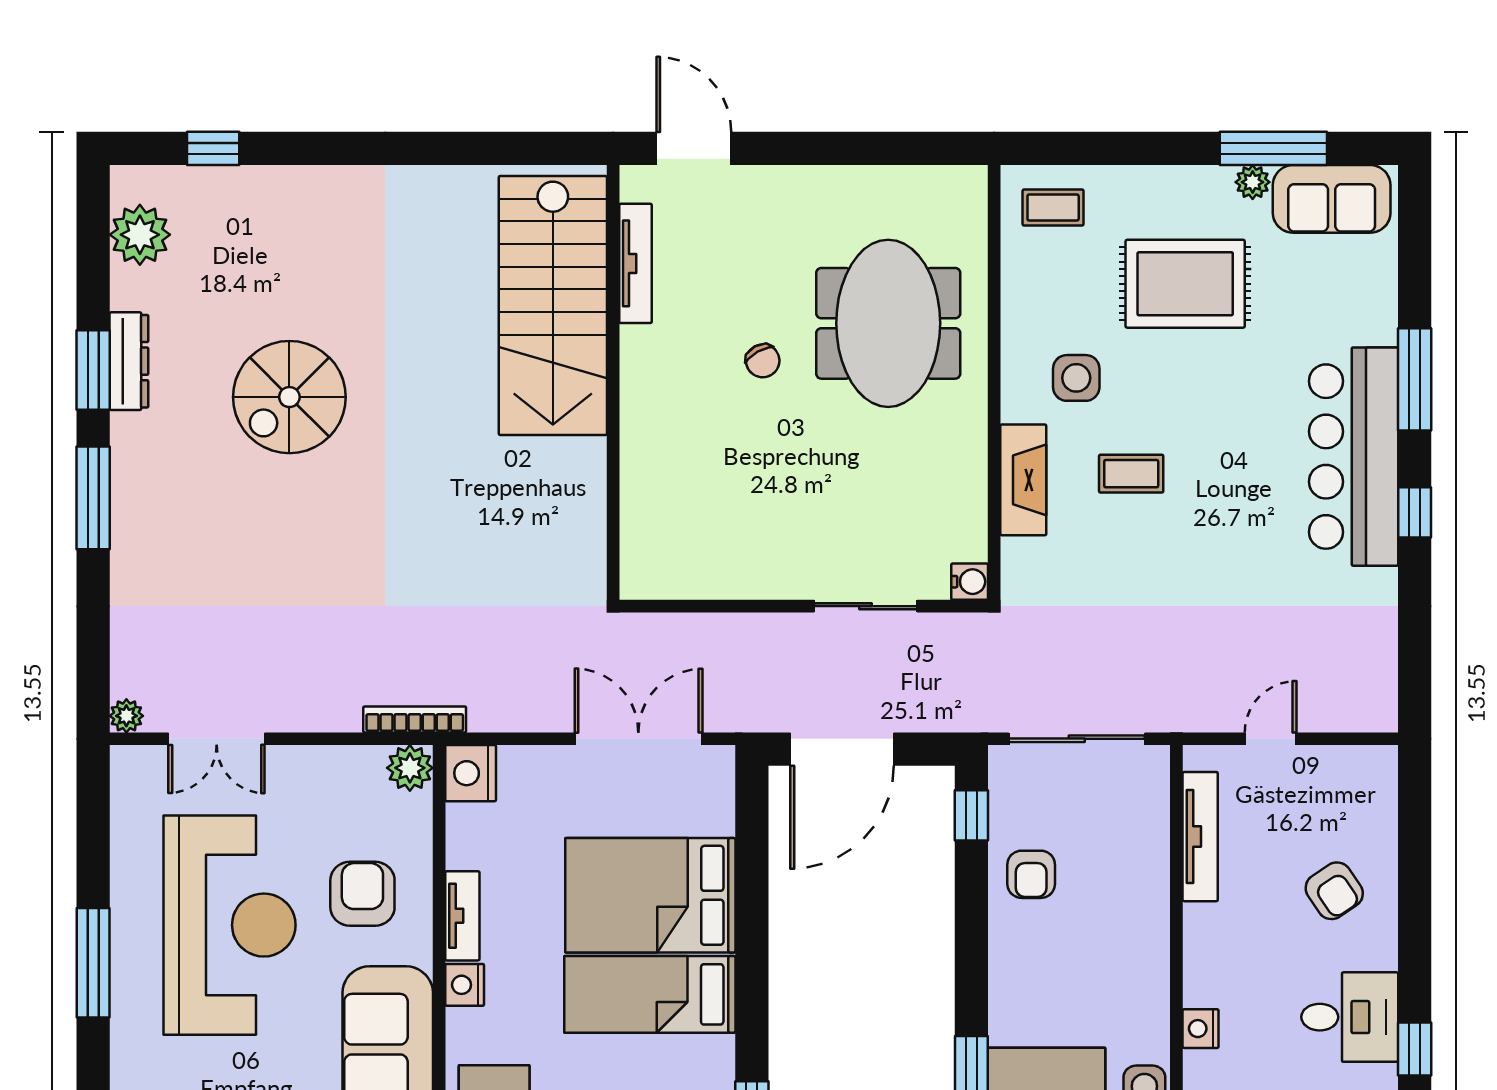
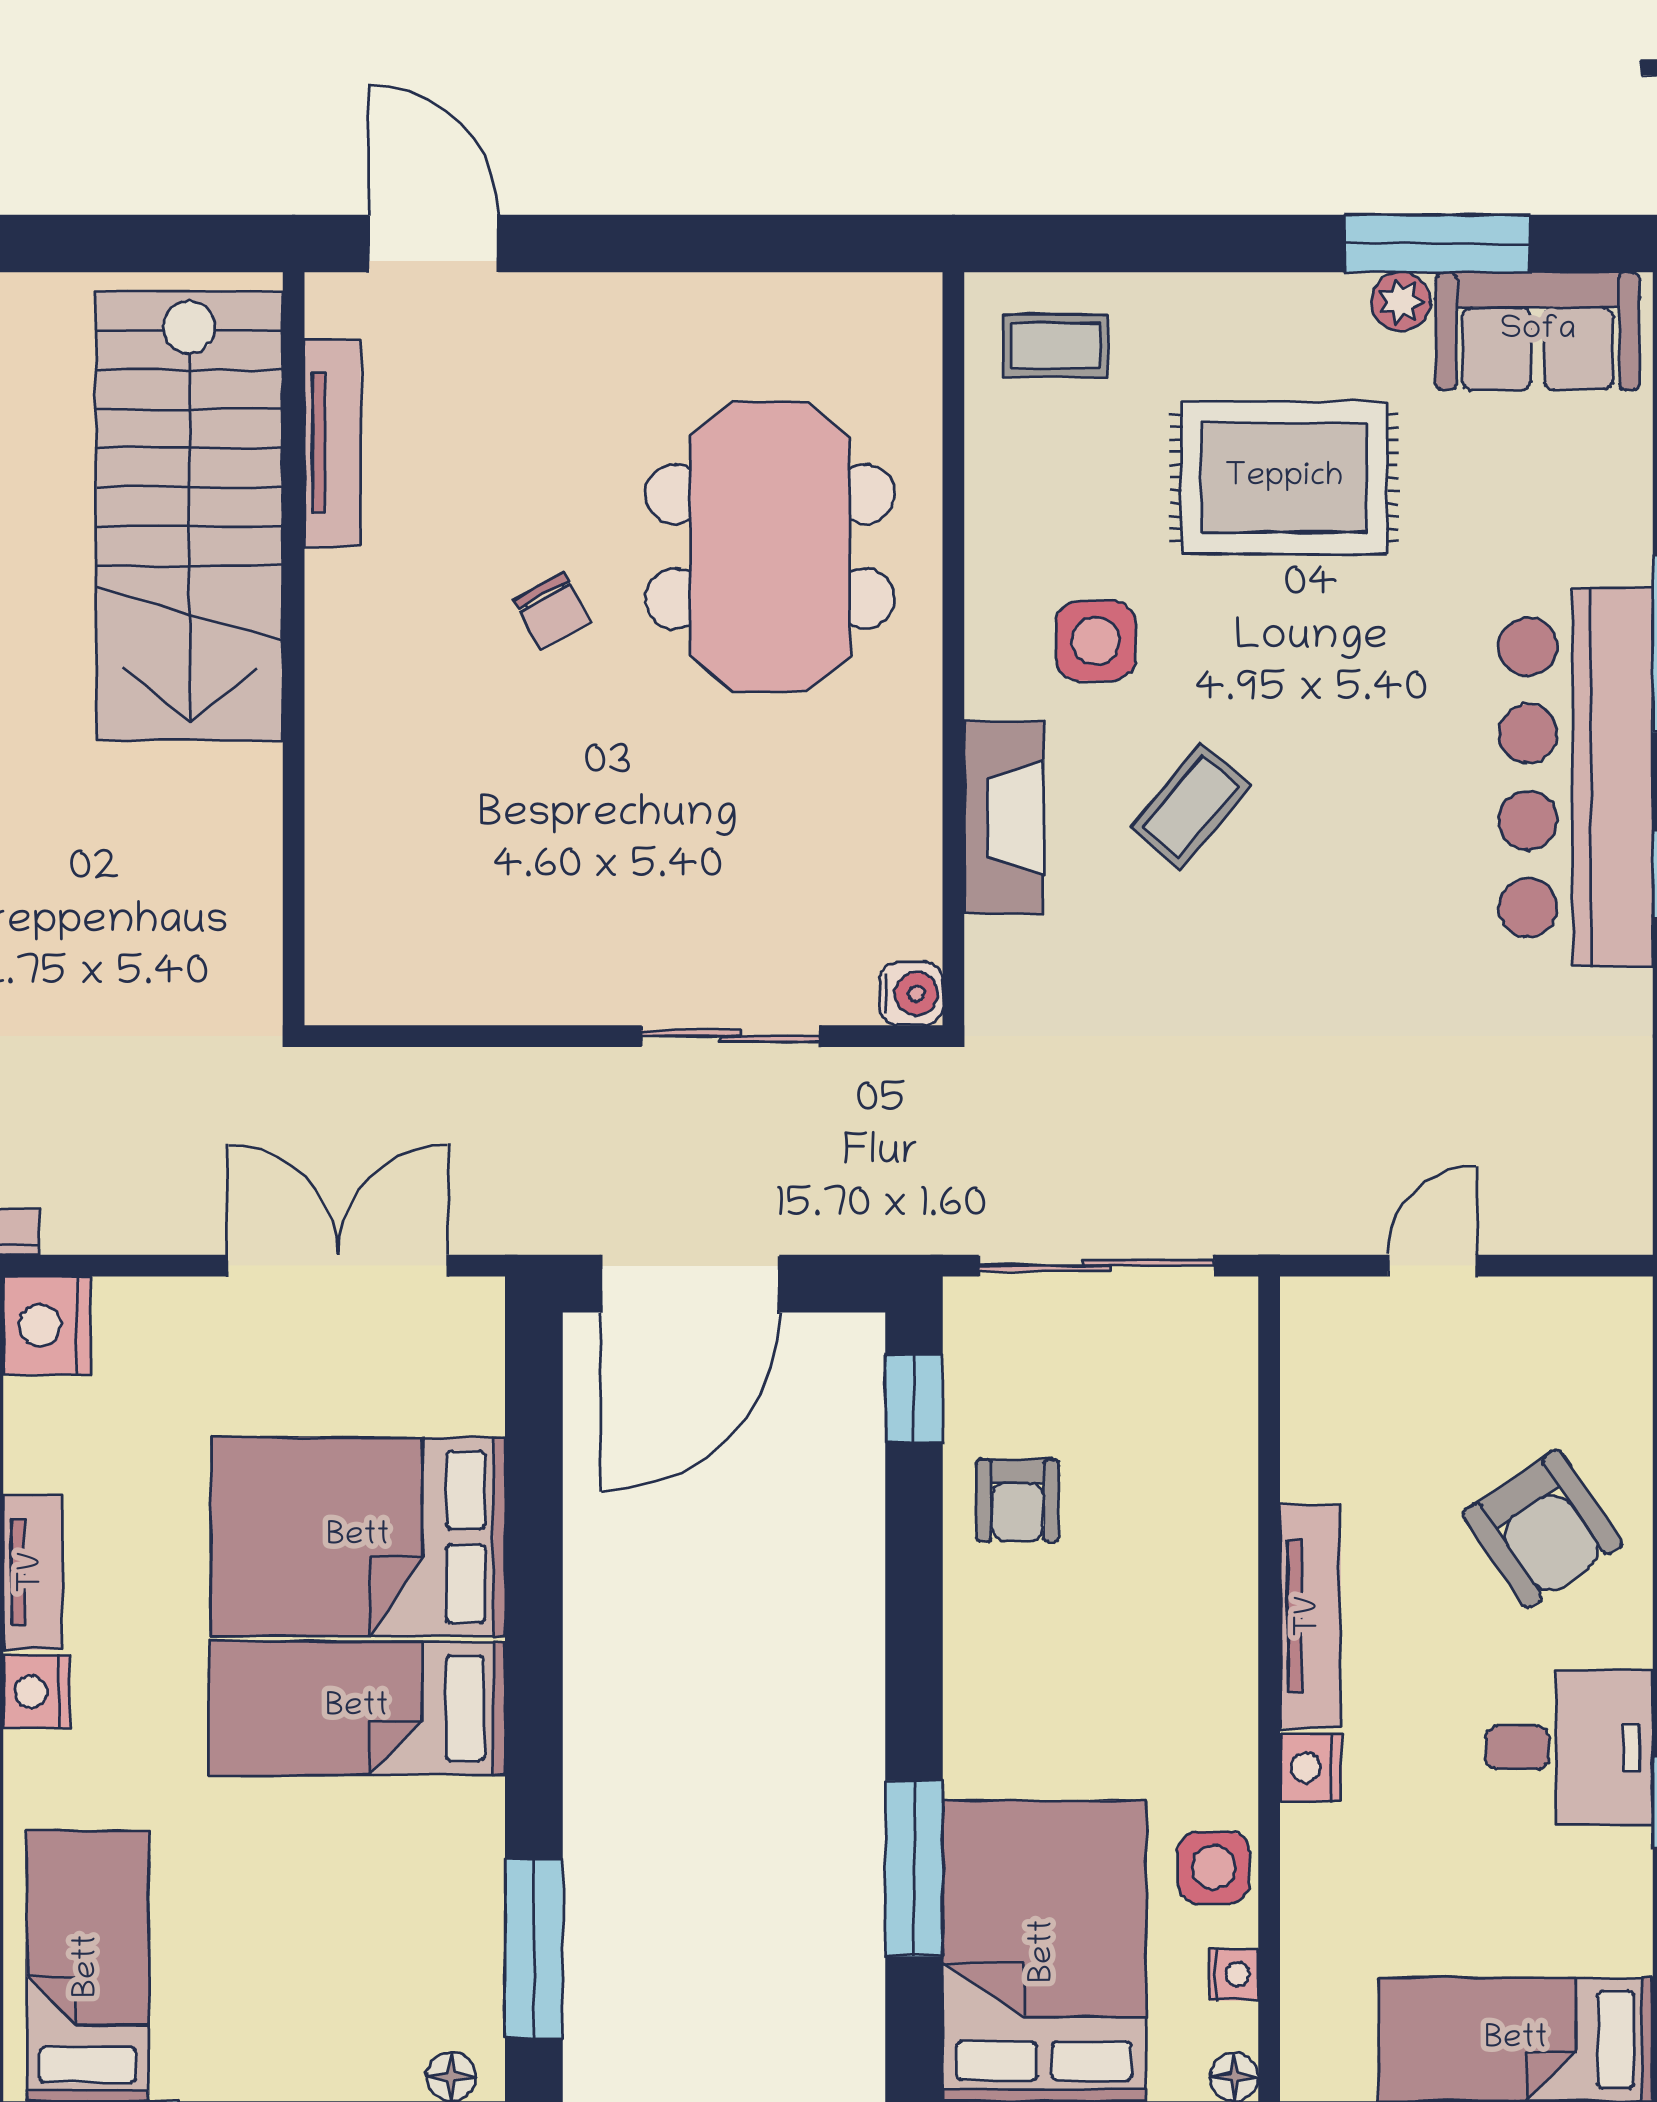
coffee table: (1131, 474) -> (1191, 807), turned -50
tv unit: (1200, 837) -> (1310, 1616), moved
armchair: (1334, 891) -> (1542, 1529), width x1.38, depth x1.38

